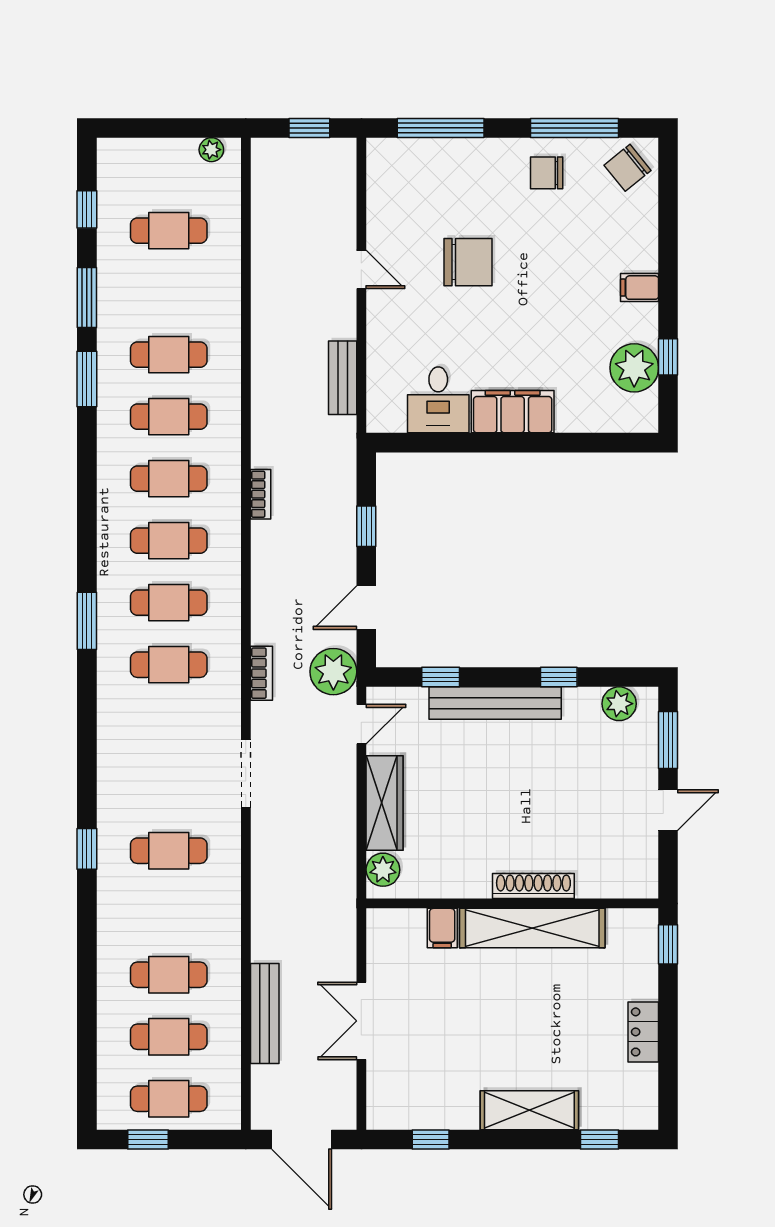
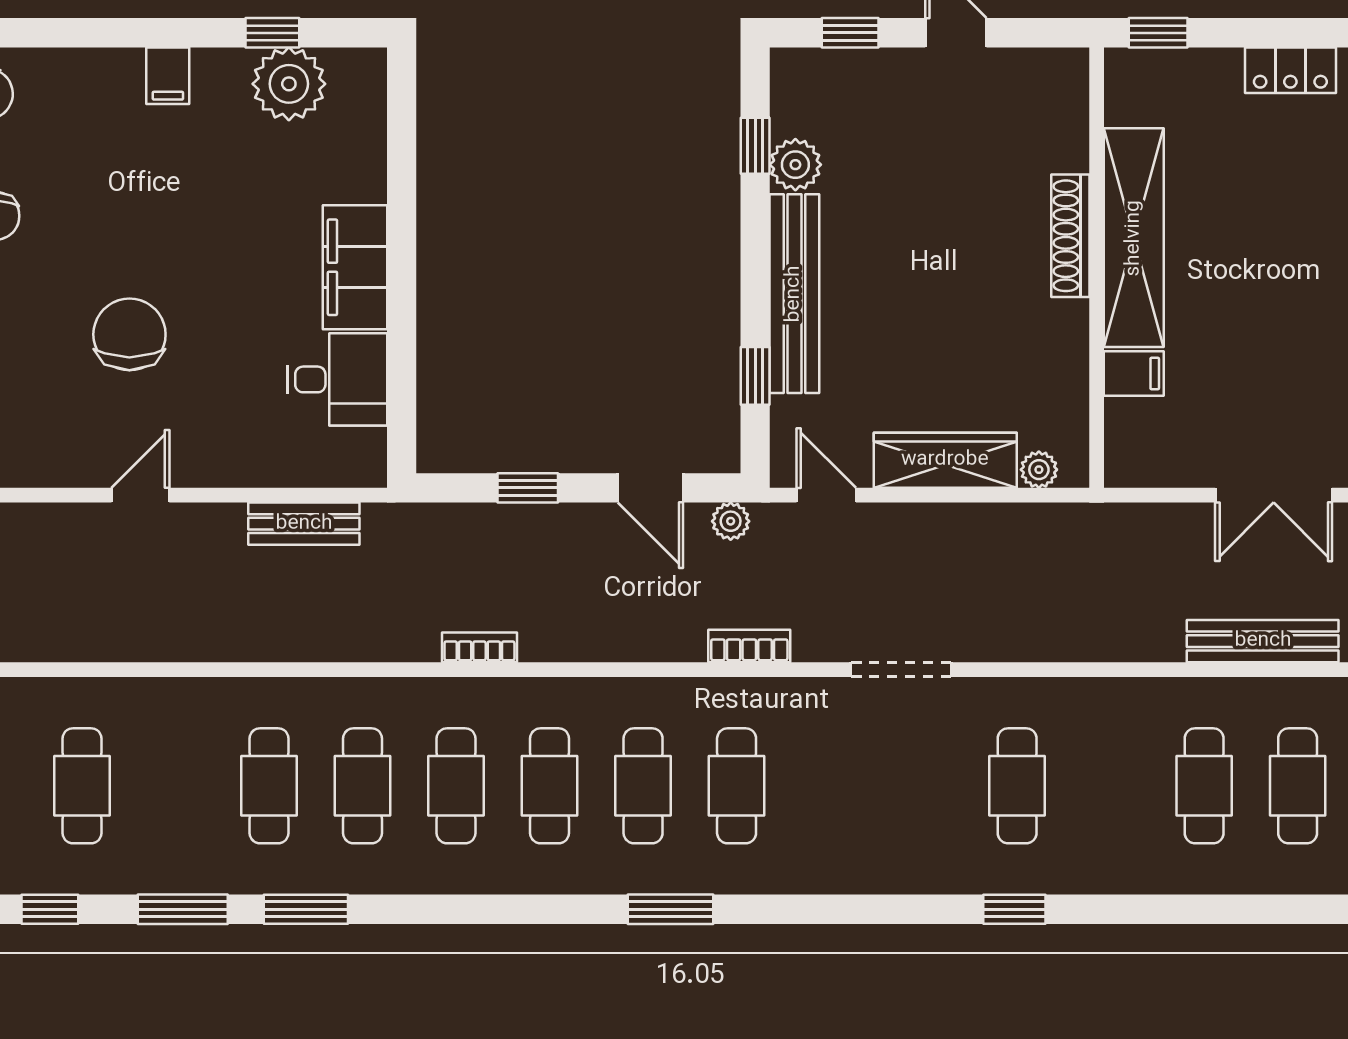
plant: (333, 672) -> (731, 521), width x0.53, depth x0.53
window: (559, 677) -> (755, 146), moved
plant: (619, 704) -> (795, 165), moved
window: (668, 740) -> (850, 33), width x0.67
plant: (383, 870) -> (1039, 470), width x0.73, depth x0.73

